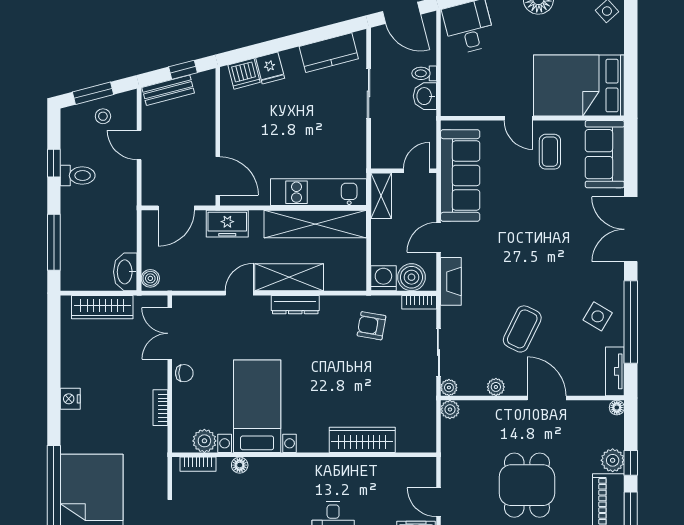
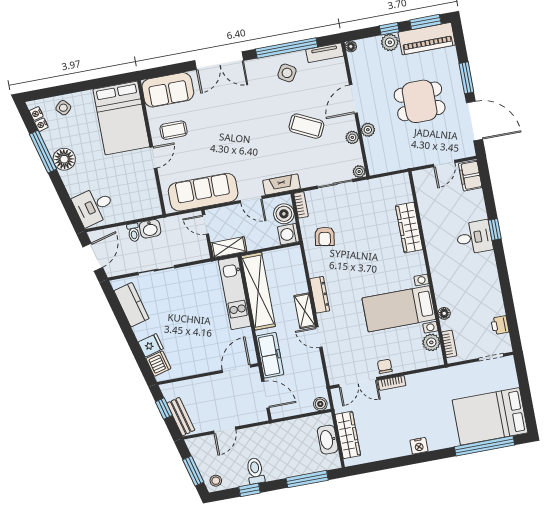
stool: (103, 116) -> (216, 481), moved
freezer: (227, 224) -> (270, 355), width x1.40
washbasin: (125, 272) -> (328, 440), moved, turned 90
shelving: (289, 277) -> (305, 311), width x0.67, depth x0.75
bookcase: (160, 408) -> (392, 383), moved
plant: (450, 409) -> (368, 130), moved

